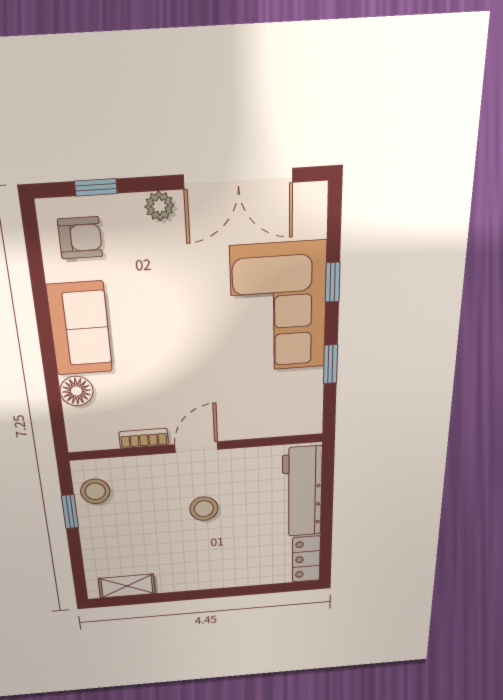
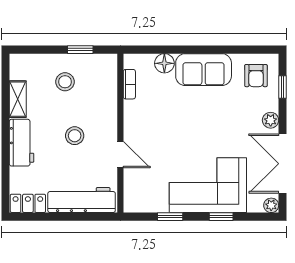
plant: (314, 195) -> (271, 205), added
bookcase: (144, 438) -> (129, 84), moved
door: (196, 447) -> (120, 155), moved
stool: (95, 491) -> (65, 82), moved
workbench: (218, 574) -> (22, 143), added
shelving: (127, 586) -> (18, 99), moved

